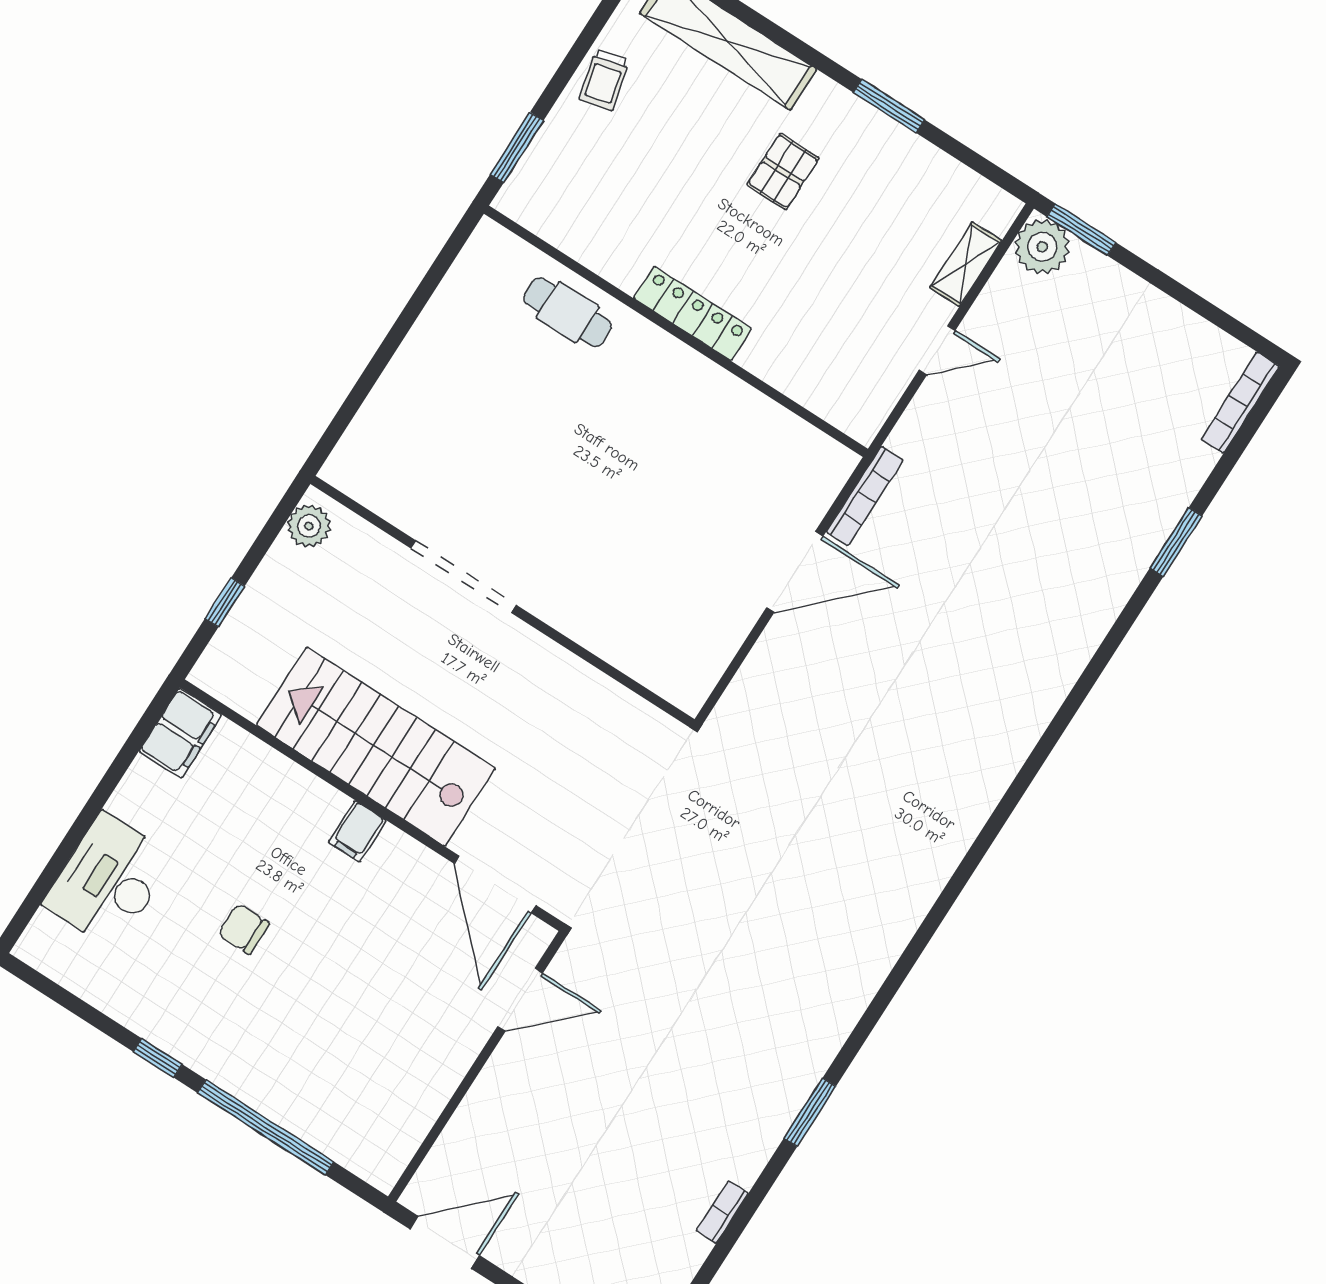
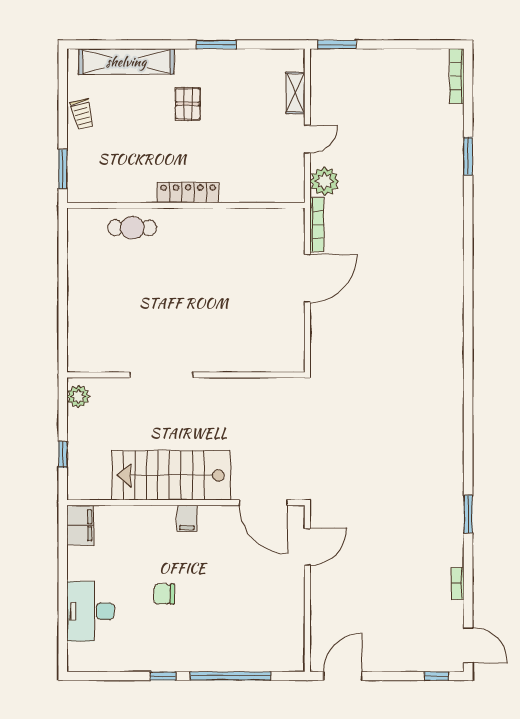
plant: (1042, 247) -> (324, 181), moved

